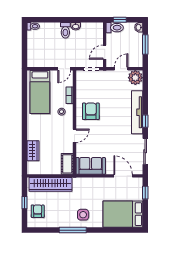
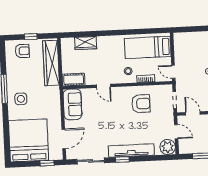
armchair: (91, 111) -> (141, 104), moved
bed: (123, 214) -> (29, 140), width x1.36

